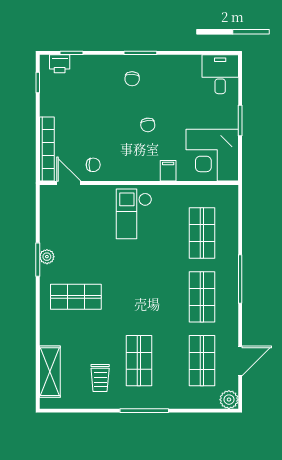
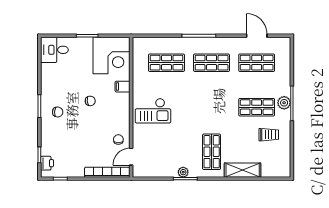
shelving: (50, 372) -> (243, 170), moved
plant: (229, 400) -> (284, 103), moved

